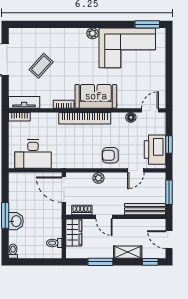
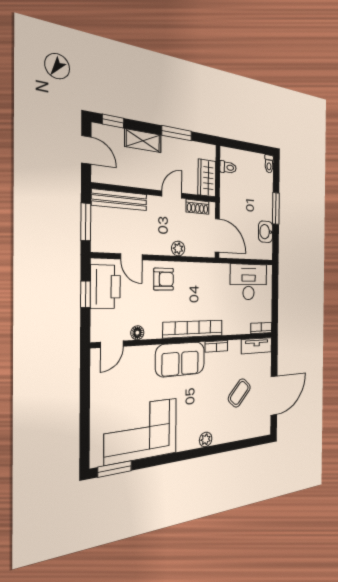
plant: (93, 33) -> (206, 439), moved
door: (136, 170) -> (132, 257), swing flipped
door: (104, 217) -> (172, 195), hinge flipped
washbasin: (16, 221) -> (266, 232), moved

